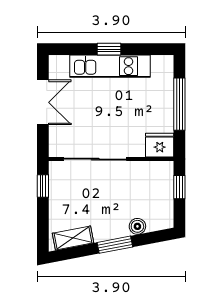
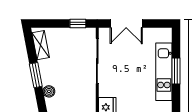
window: (109, 49) -> (176, 71), width x1.50
double door: (43, 102) -> (126, 24), moved

